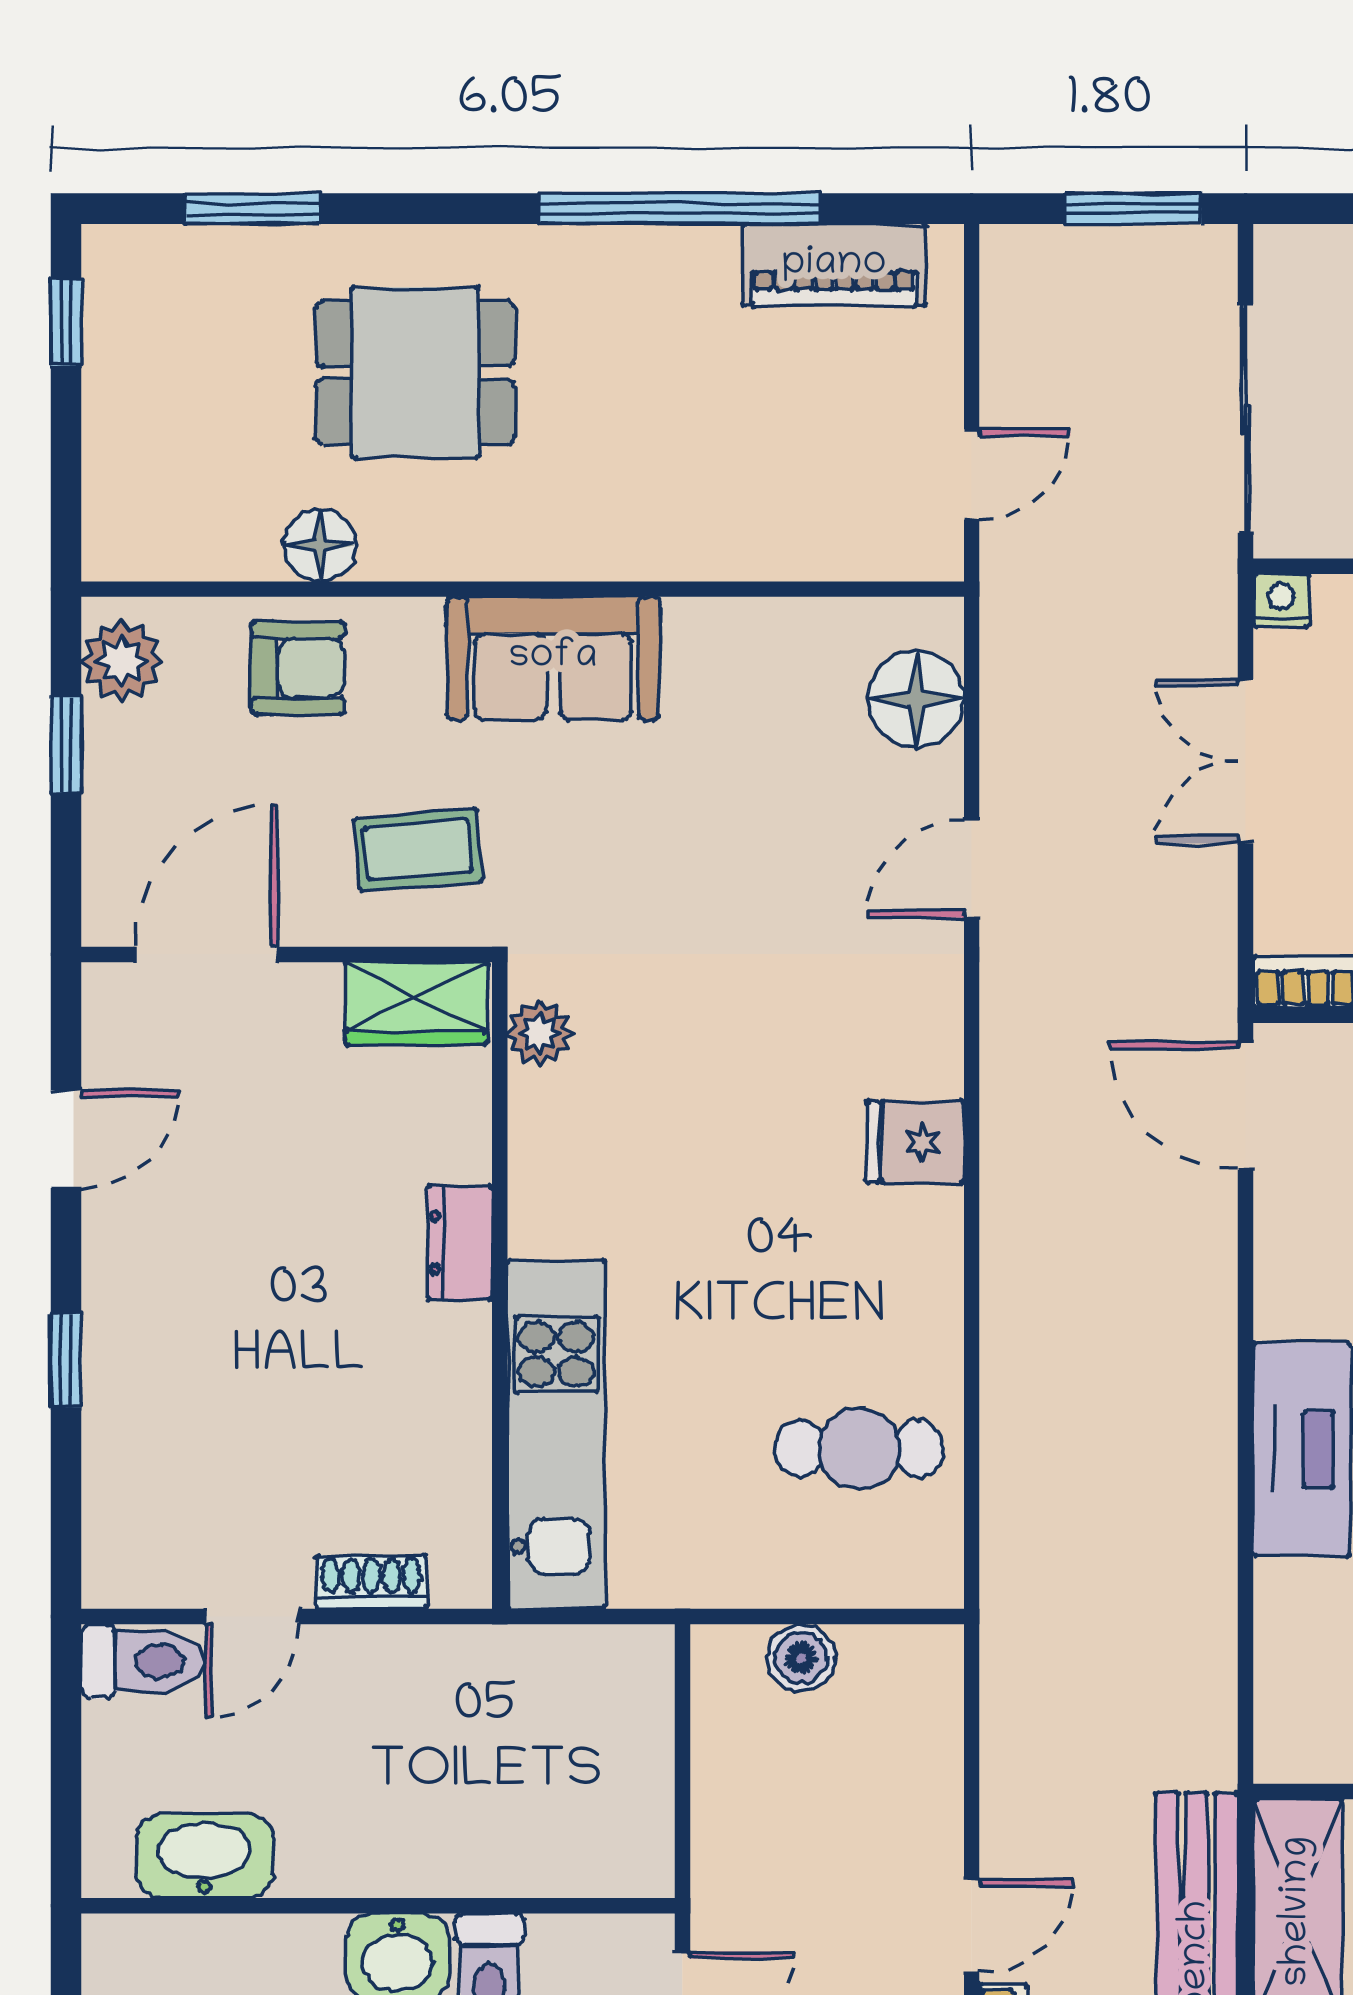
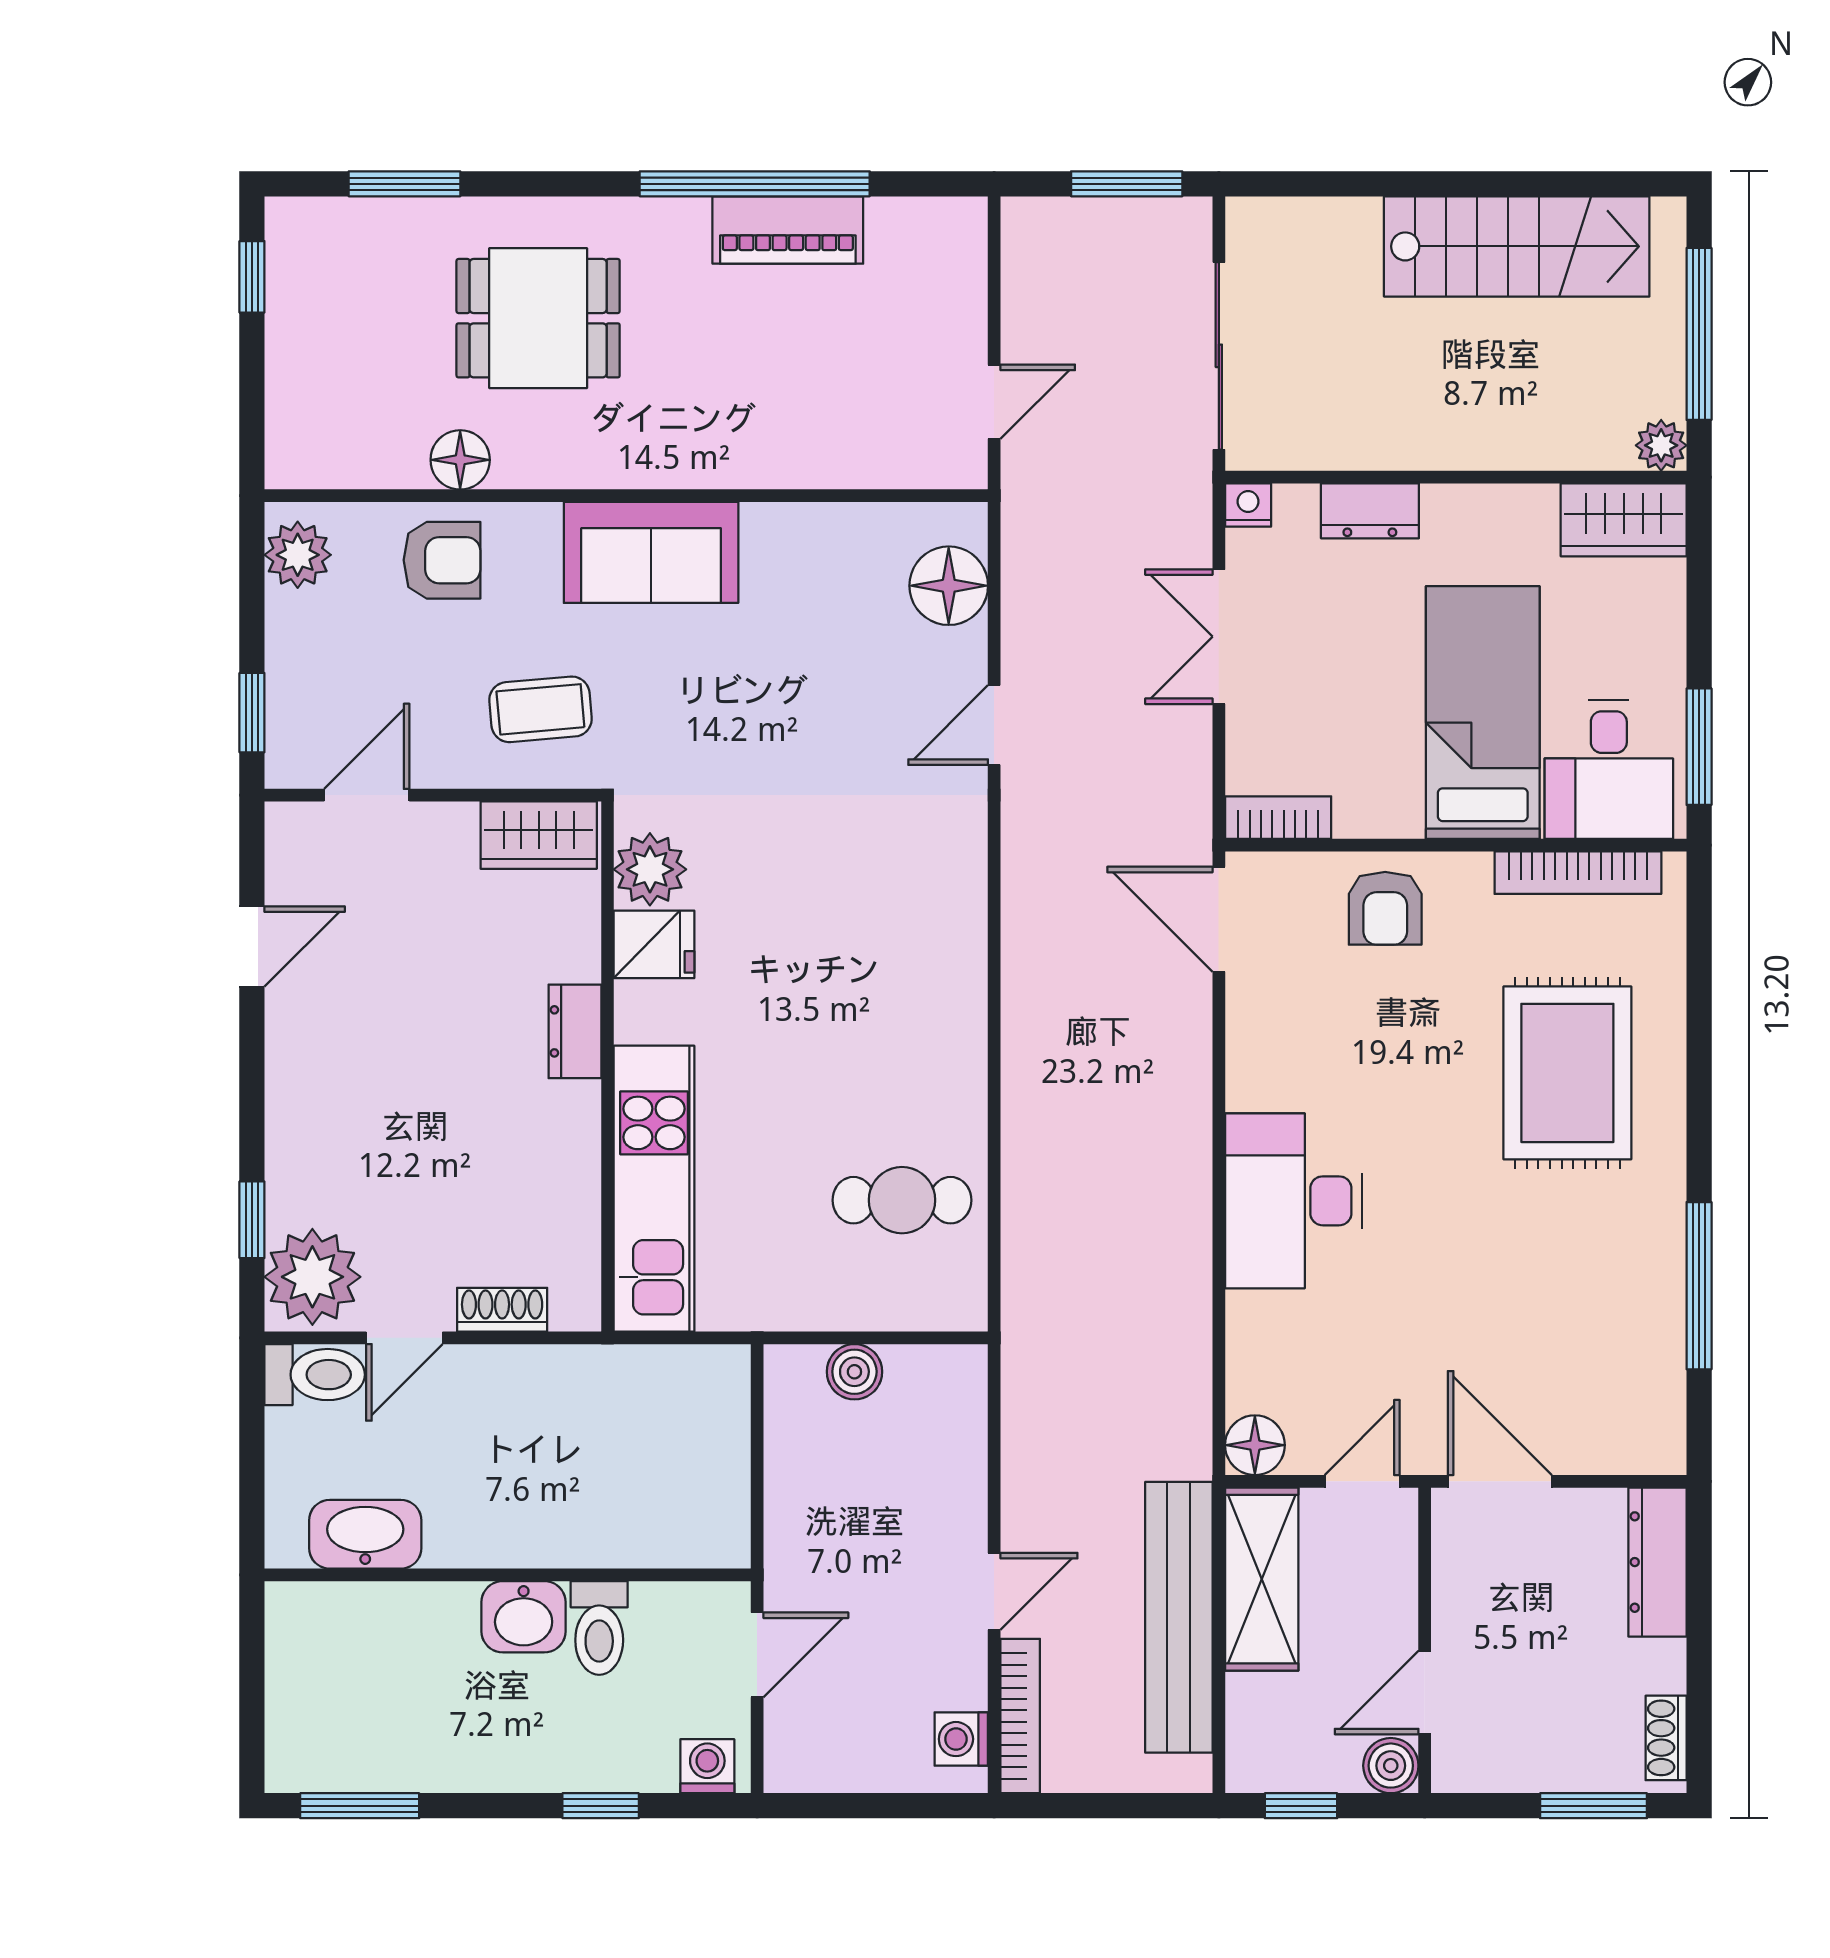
piano: (834, 265) -> (788, 230), moved
window: (66, 745) -> (252, 713), moved
door: (206, 954) -> (367, 795), width x0.73
plant: (540, 1033) -> (650, 869), width x1.38, depth x1.38
fridge: (915, 1142) -> (654, 944), moved, turned 180
window: (66, 1360) -> (252, 1220), moved
plant: (140, 1542) -> (312, 1277), added
floor lamp: (1290, 1747) -> (1255, 1445), added

